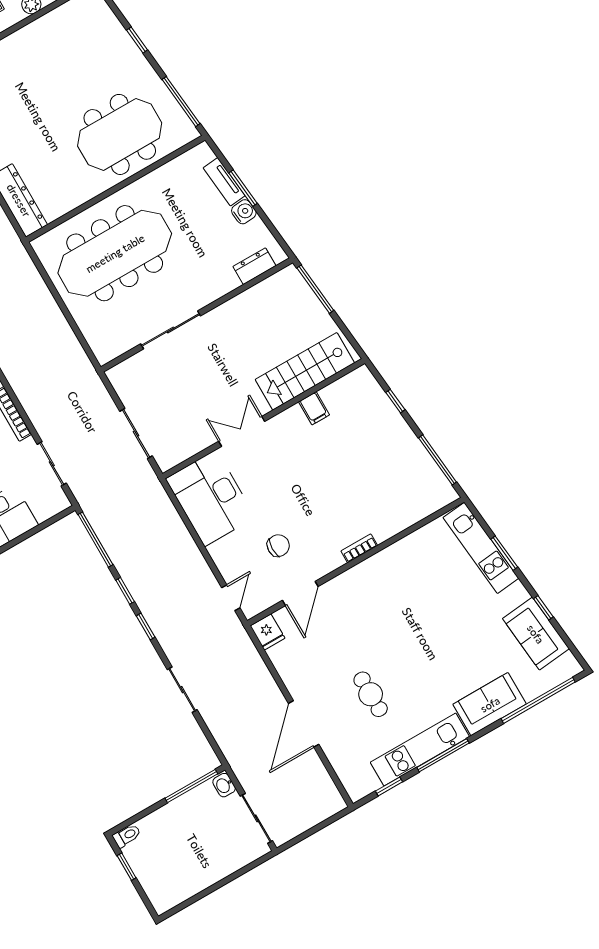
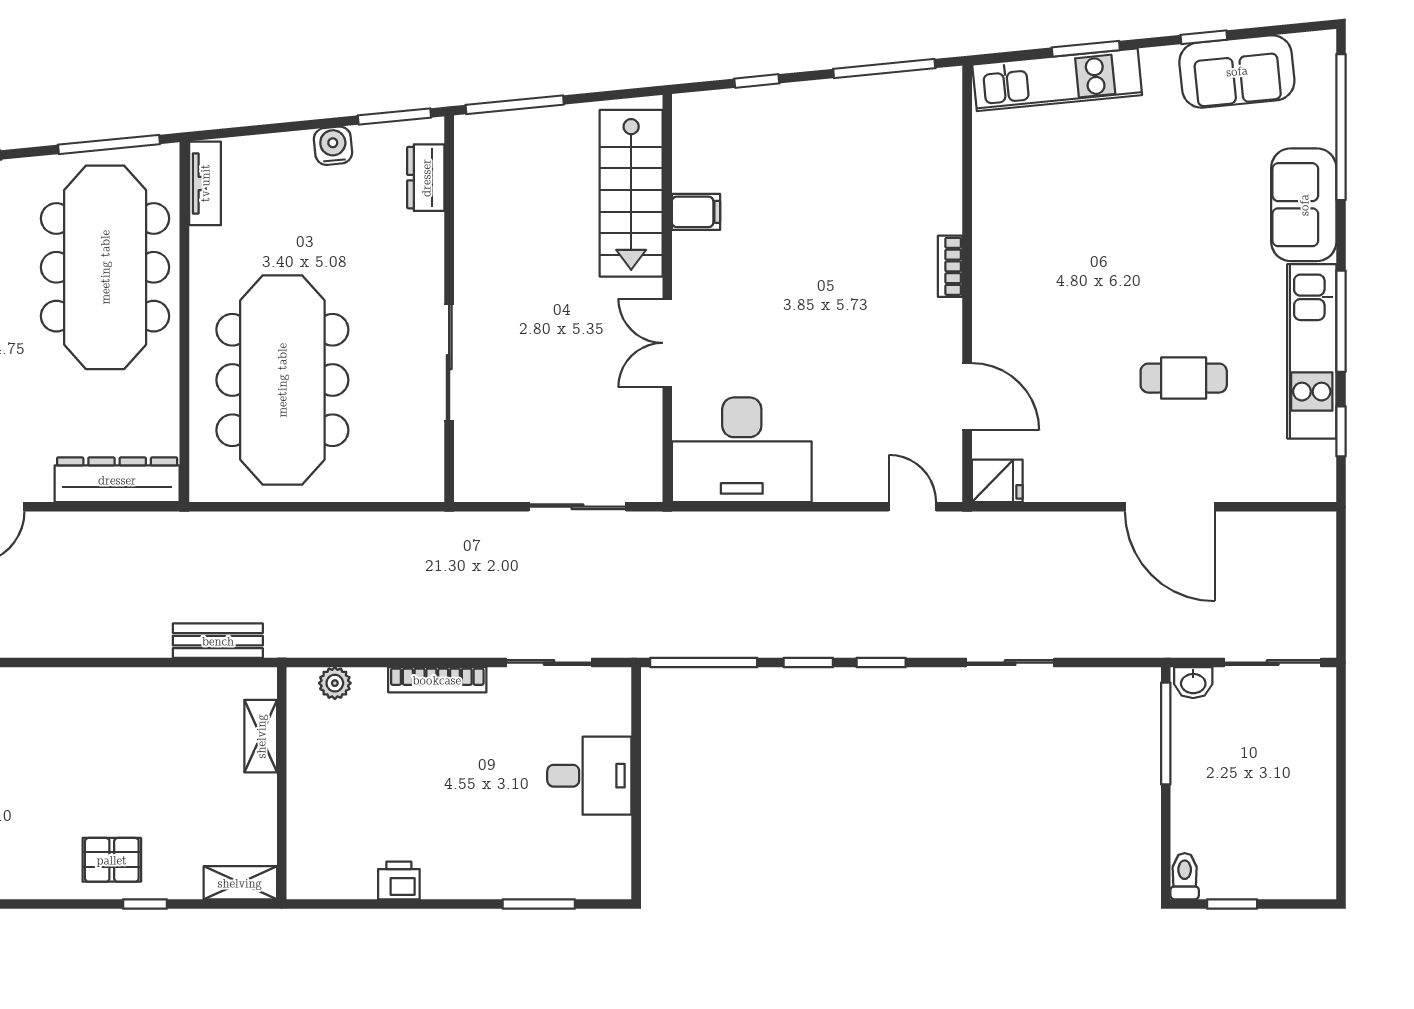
meeting table: (120, 134) -> (105, 267), width x1.36
tv unit: (224, 182) -> (205, 183), moved, turned -84
window: (243, 188) -> (394, 116), moved
chair: (278, 546) -> (875, 388), removed

